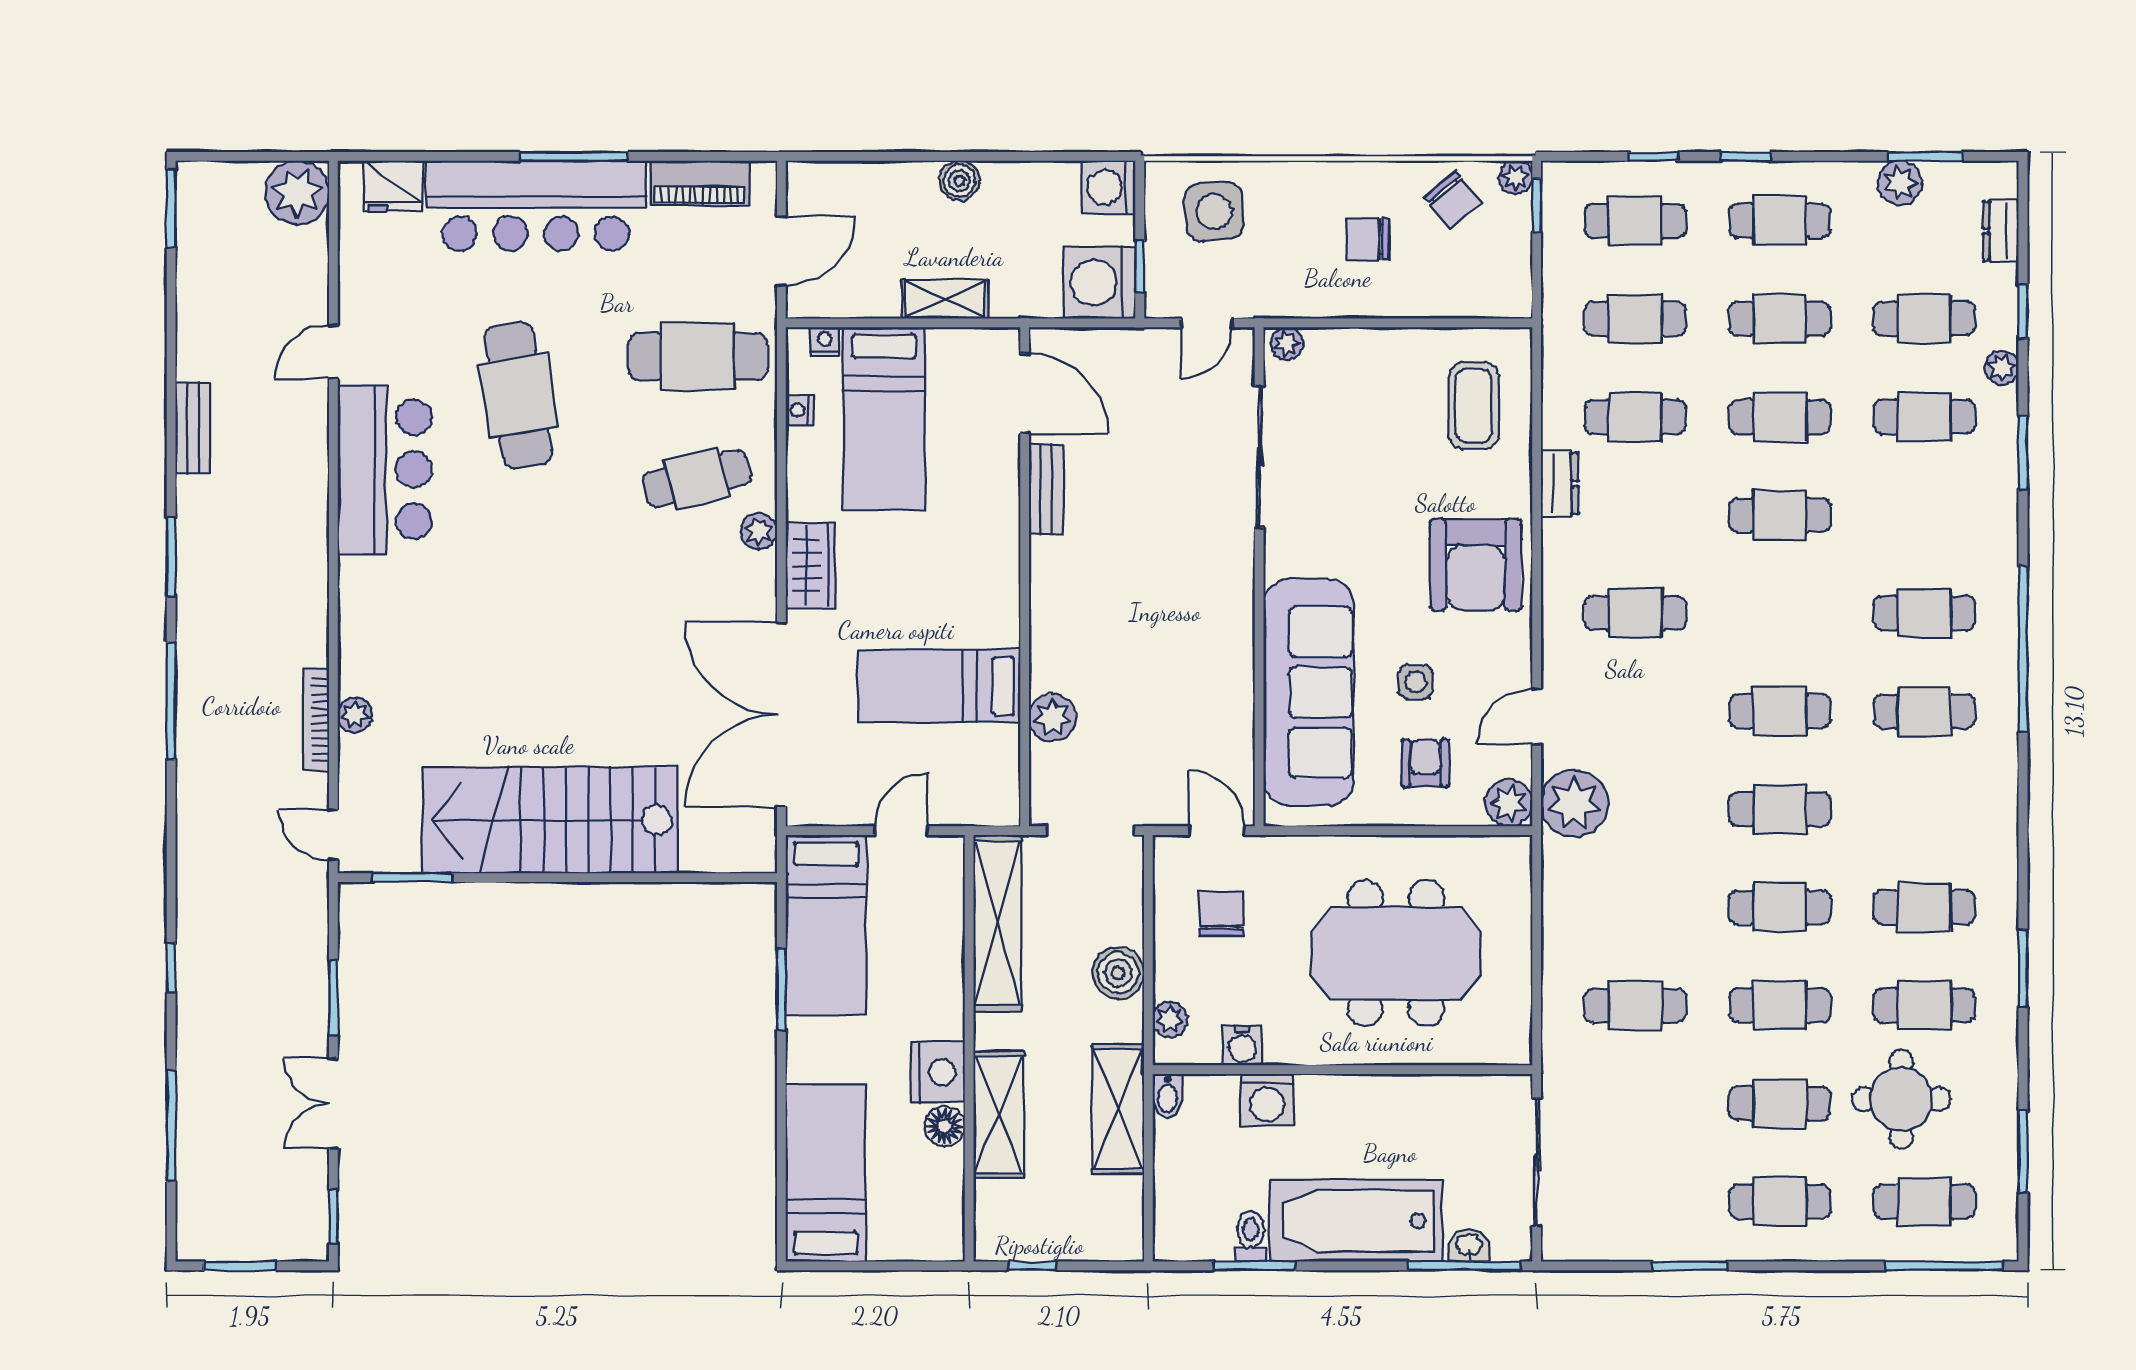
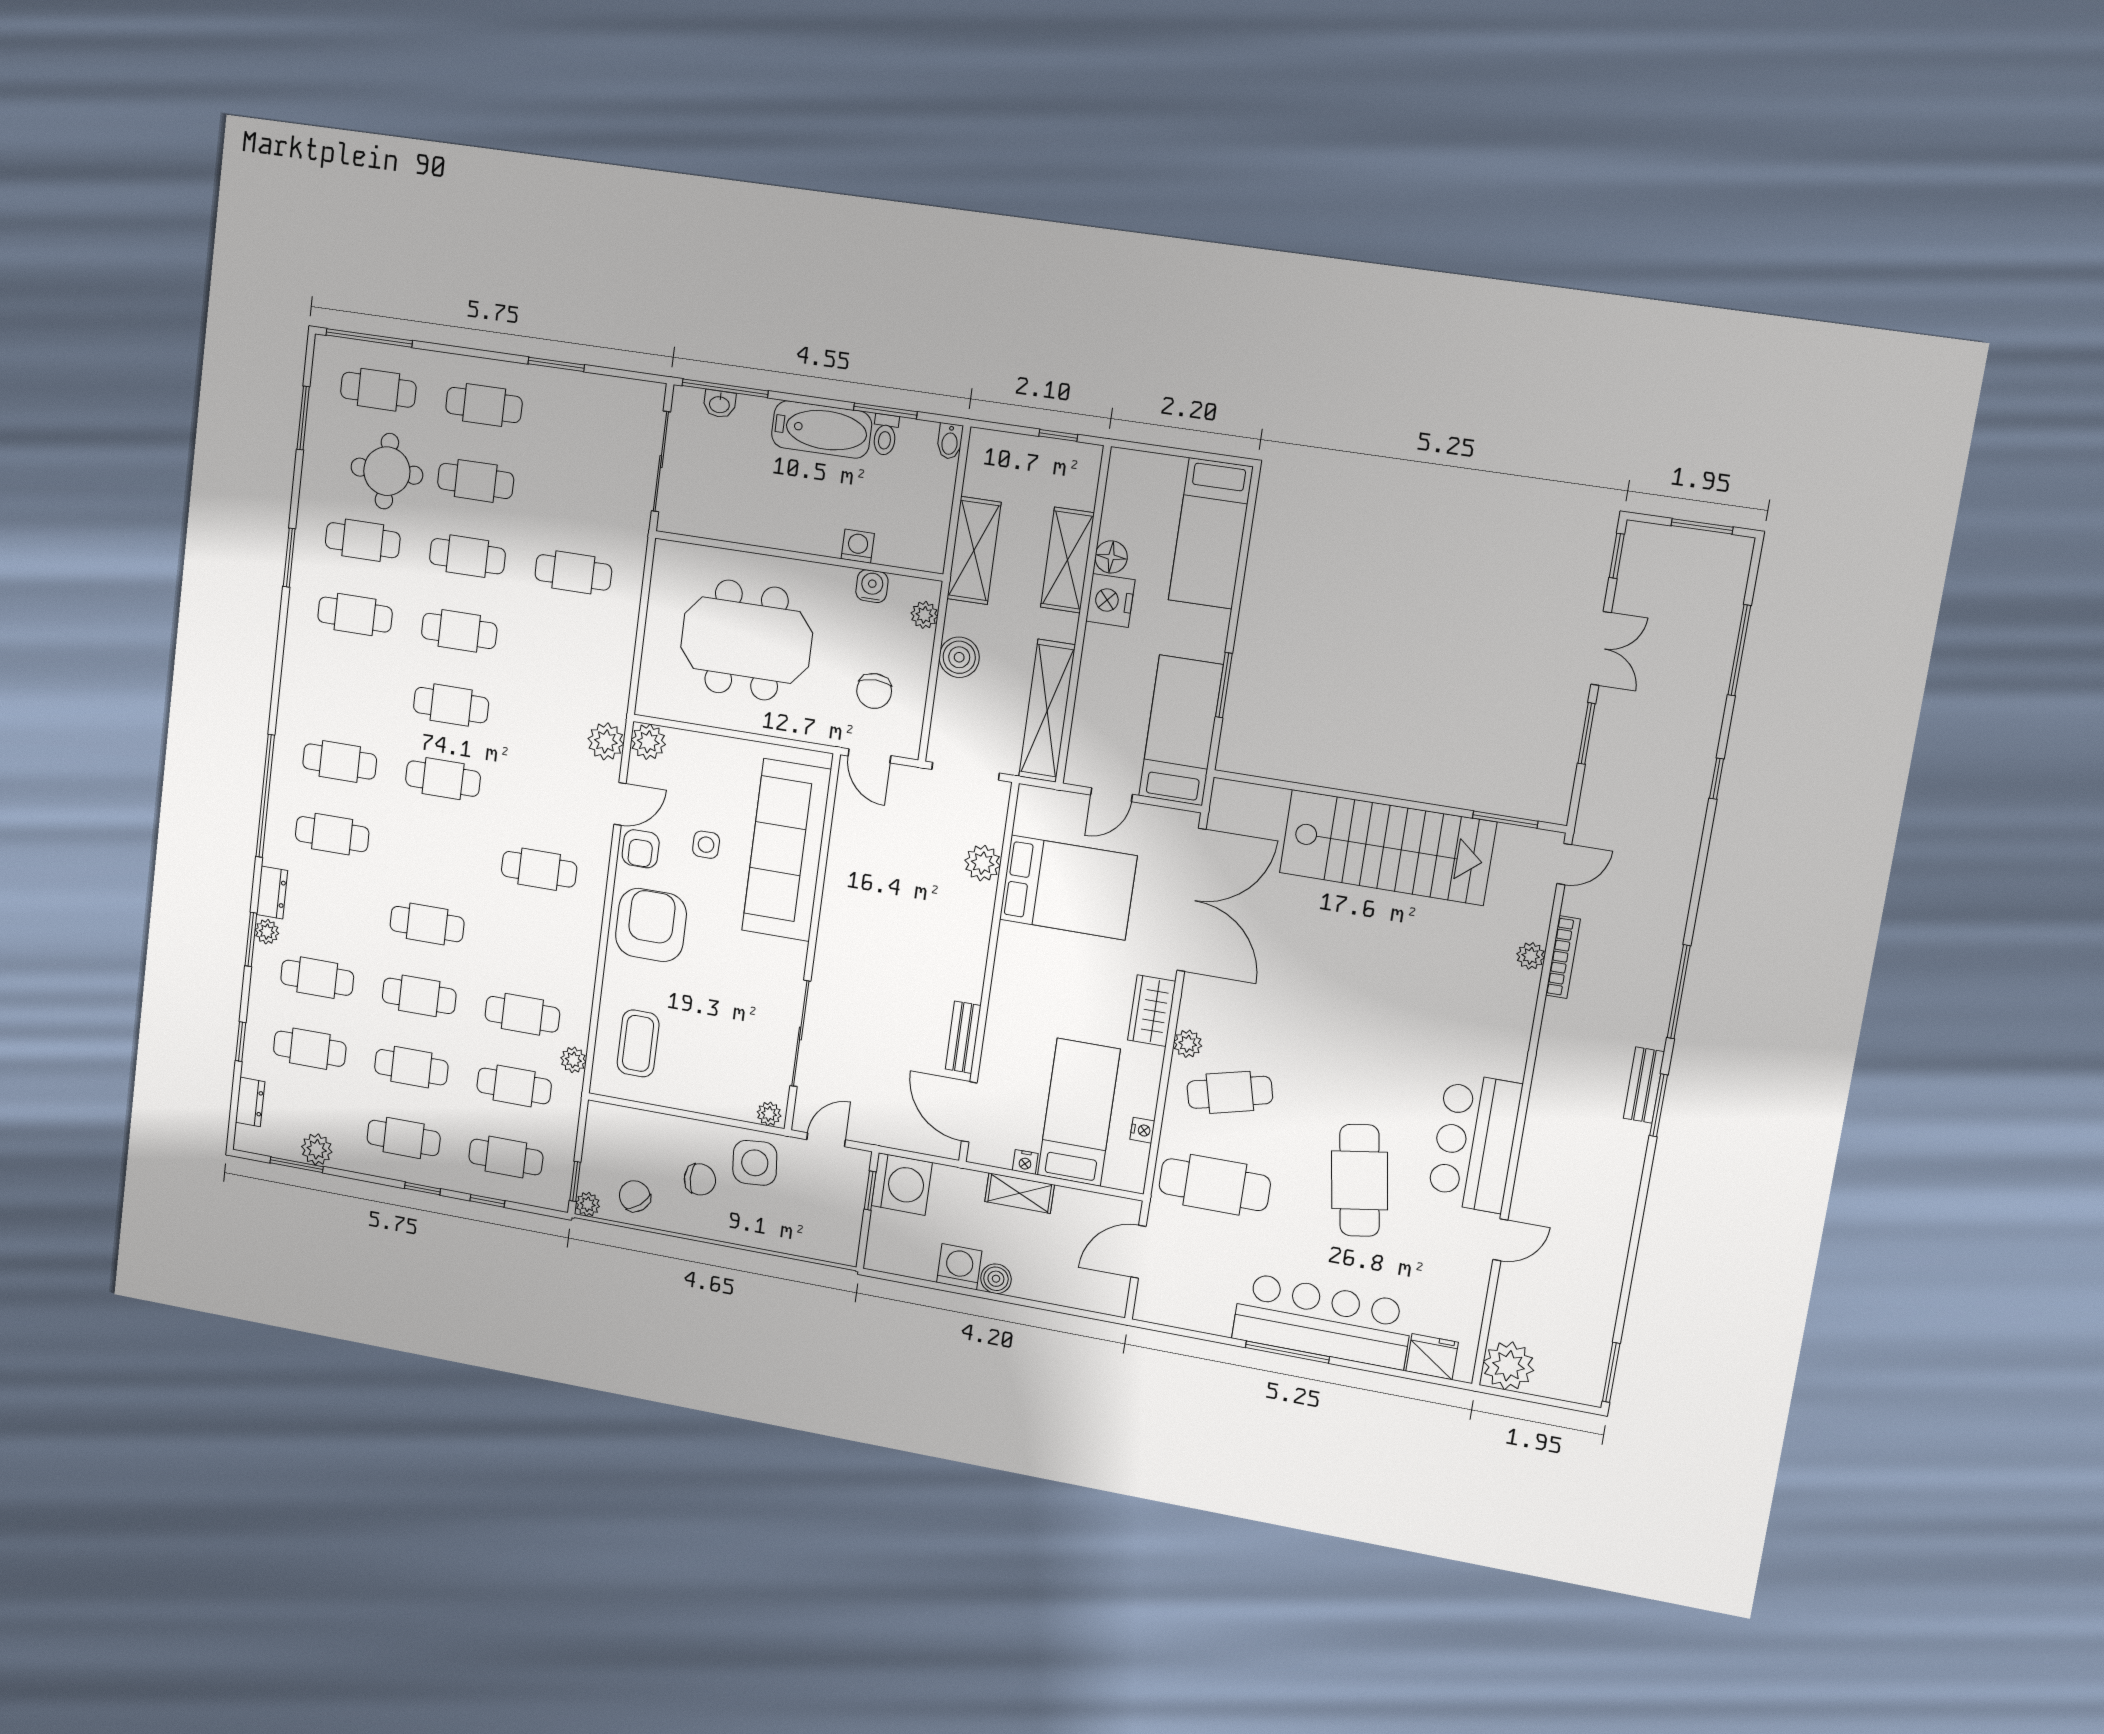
piano: (700, 183) -> (1193, 1314), removed
washing machine: (1109, 187) -> (959, 1267), moved, turned -90
side table: (1214, 211) -> (755, 1163), moved
nightstand: (824, 341) -> (1025, 1162), moved
plant: (2002, 367) -> (267, 932), moved
plant: (1559, 368) -> (573, 1060), added
bench: (193, 428) -> (1644, 1085), moved
dresser: (1560, 484) -> (272, 893), moved, turned 180
bed: (939, 686) -> (1068, 888), width x1.50
armchair: (1425, 763) -> (641, 849), moved
plant: (1574, 804) -> (606, 741), width x0.73, depth x0.73
door: (333, 835) -> (1564, 864), hinge flipped
bidet: (1167, 1096) -> (950, 441), moved, turned 180
washing machine: (1267, 1100) -> (858, 546), width x0.73, depth x0.73
bathtub: (1356, 1221) -> (822, 429), width x0.73, depth x0.73

